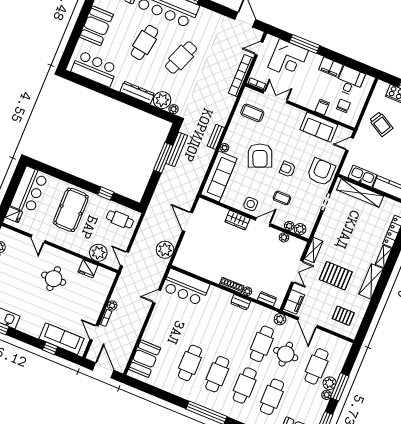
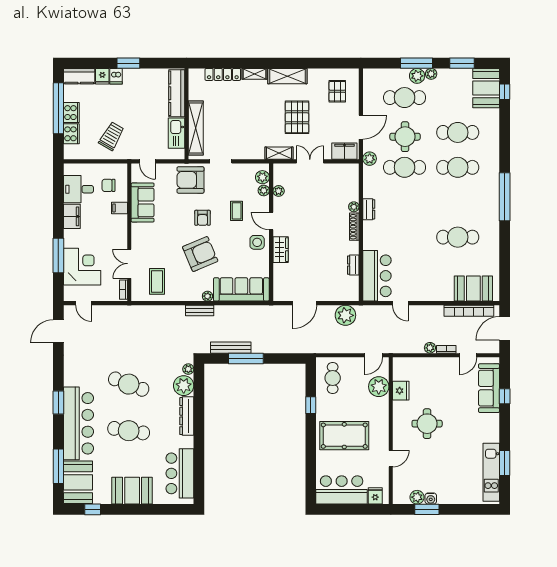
bookcase: (241, 76) -> (469, 311), moved
dresser: (267, 299) -> (353, 265), moved
cafe table: (217, 374) -> (458, 202), removed

